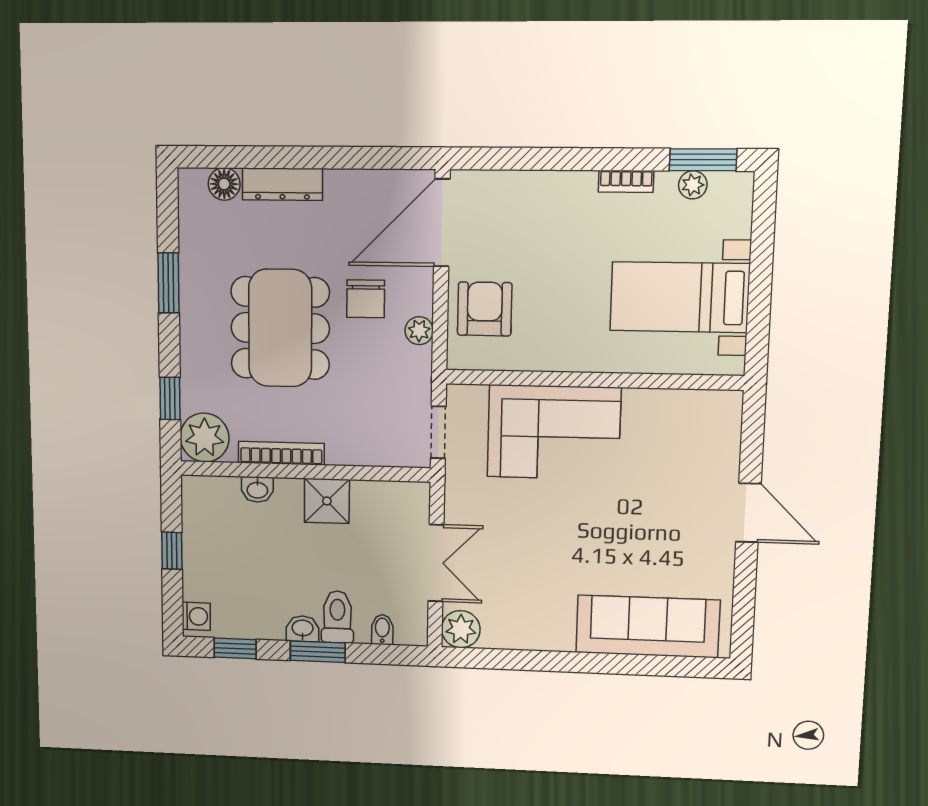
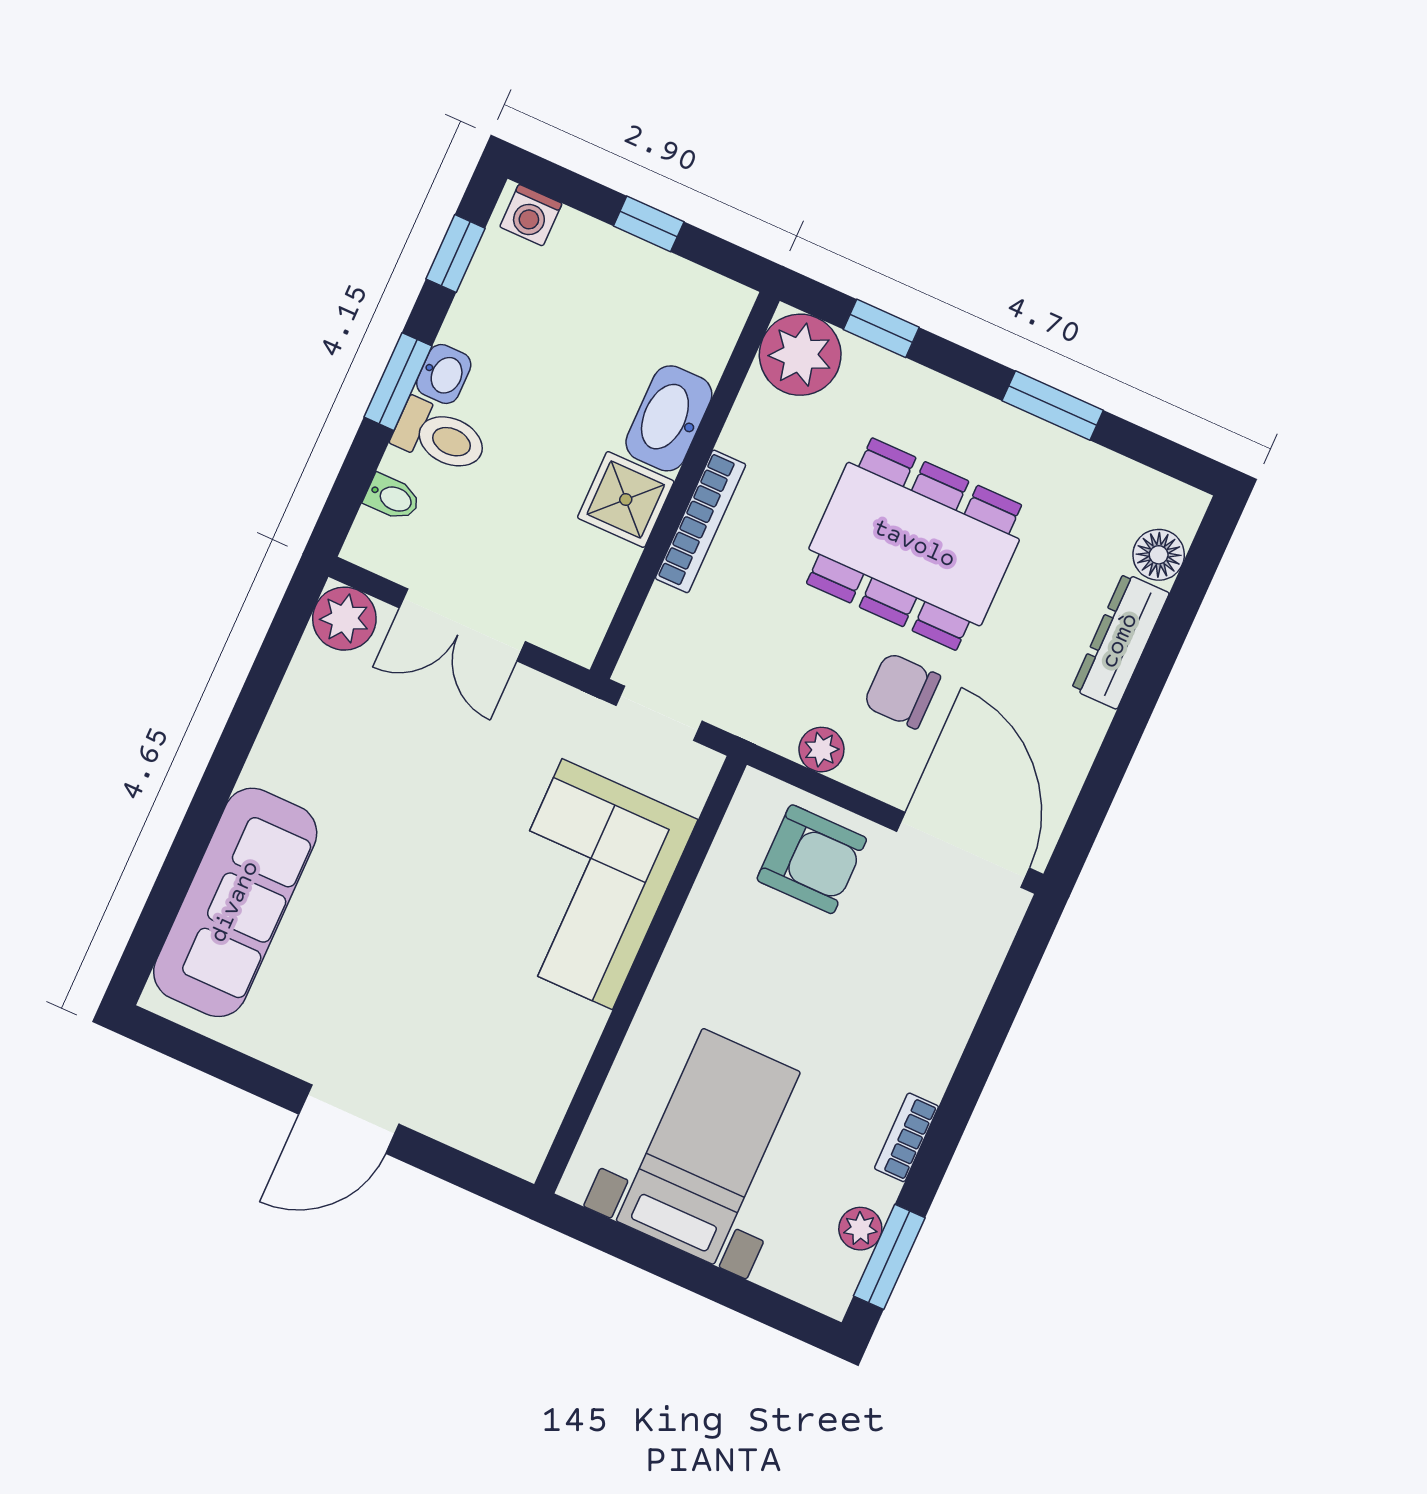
bookcase: (281, 453) -> (700, 521), moved
washbasin: (257, 490) -> (669, 418), width x1.91, depth x1.45

